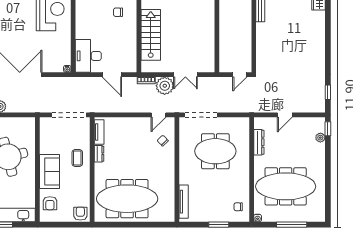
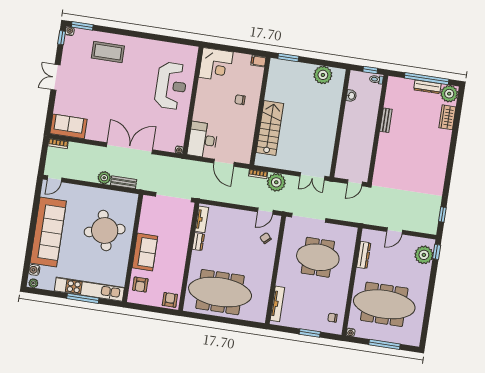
double door: (185, 75) -> (312, 176), moved
bench: (19, 108) -> (124, 182), added
plant: (320, 138) -> (424, 255), width x1.87, depth x1.87
coffee table: (77, 158) -> (175, 243), removed

